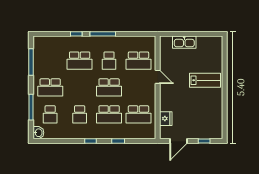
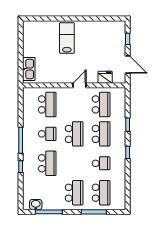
kitchen sink: (184, 42) -> (29, 69), moved
door: (158, 77) -> (79, 85), moved
school desk: (50, 114) -> (101, 193), width x1.85
washbasin: (38, 133) -> (36, 205), moved

